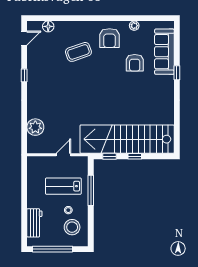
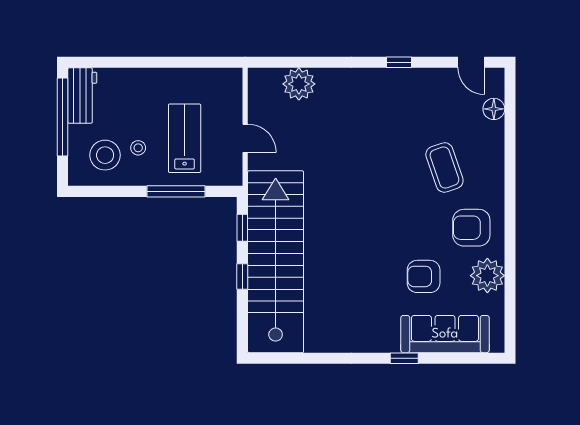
plant: (134, 26) -> (487, 276), width x1.88, depth x1.88
workbench: (34, 223) -> (82, 96), moved, turned -90

